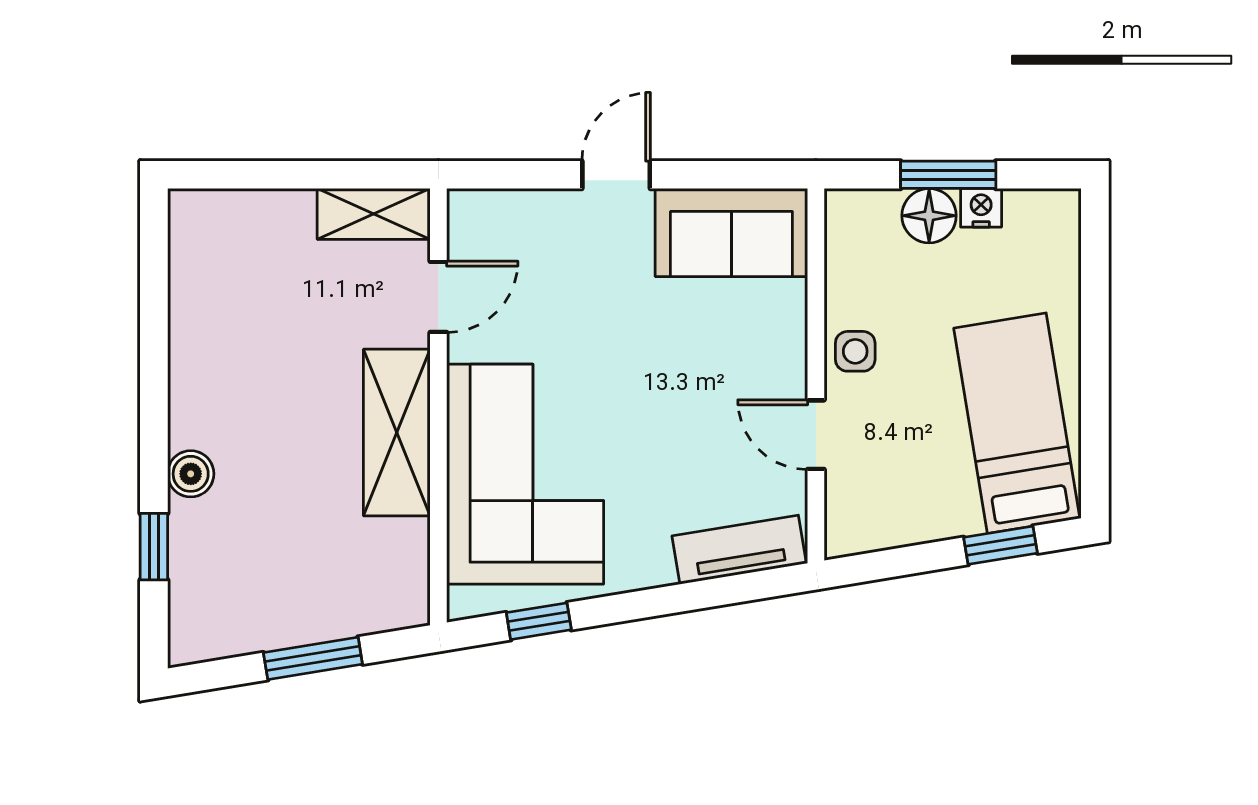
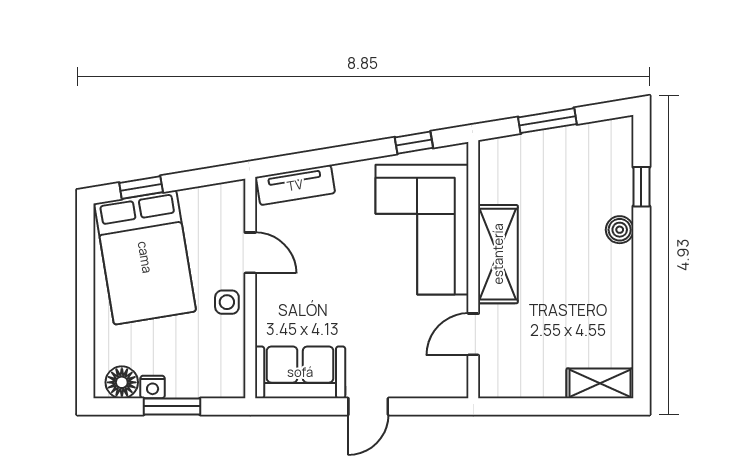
shelving: (374, 214) -> (600, 383), moved
floor lamp: (929, 216) -> (122, 382), moved
bed: (1017, 423) -> (145, 257), width x1.50

